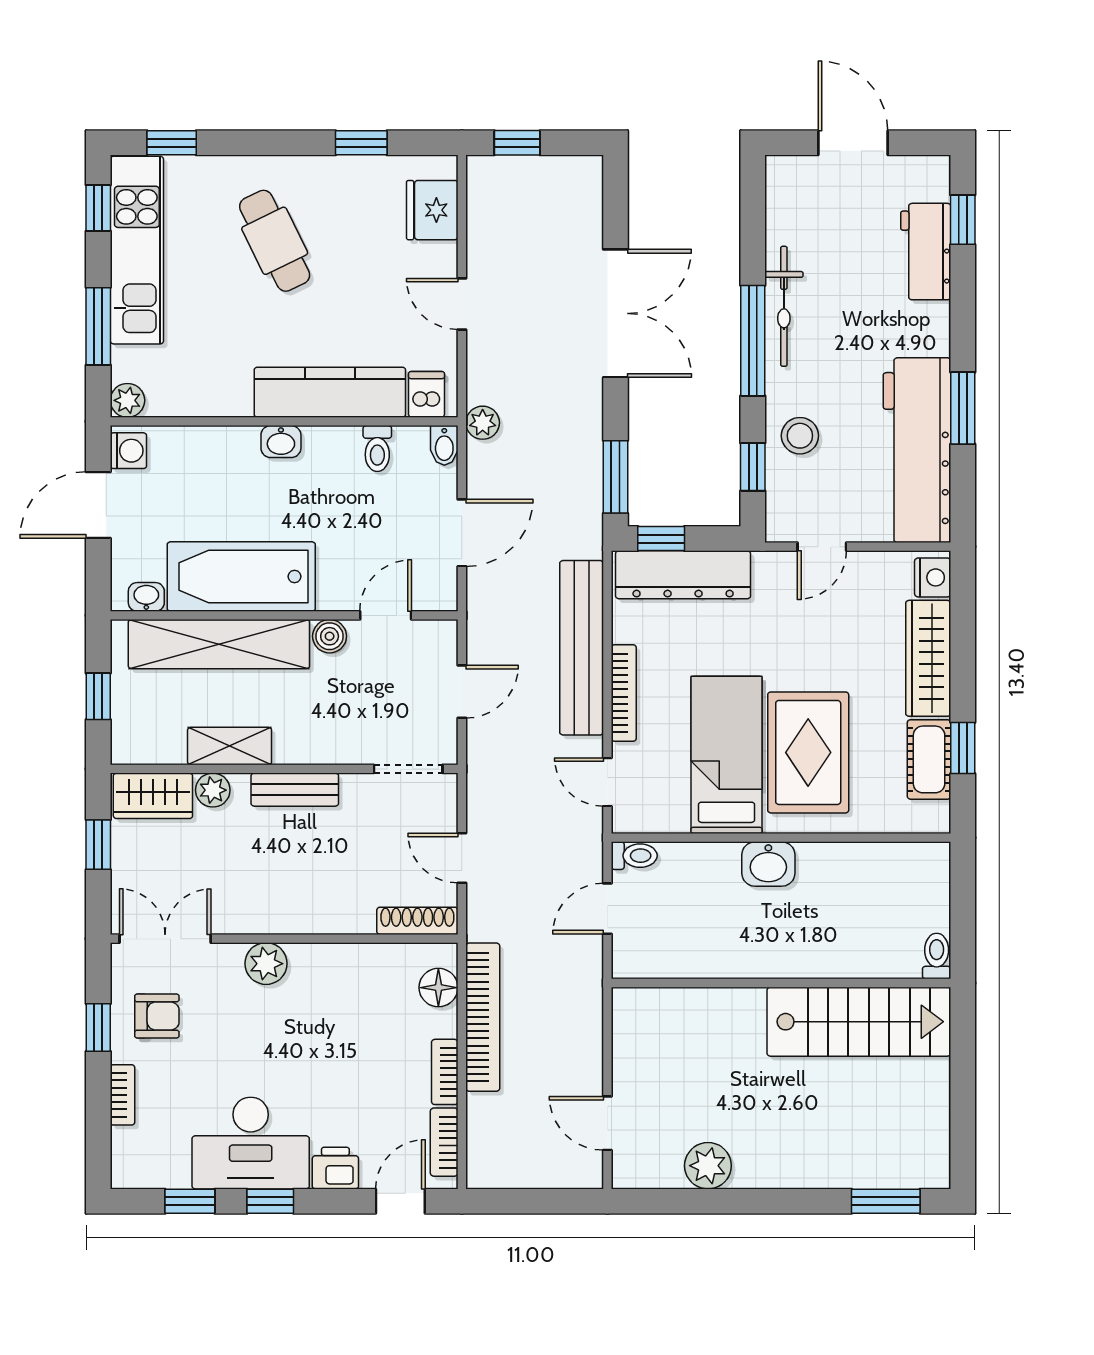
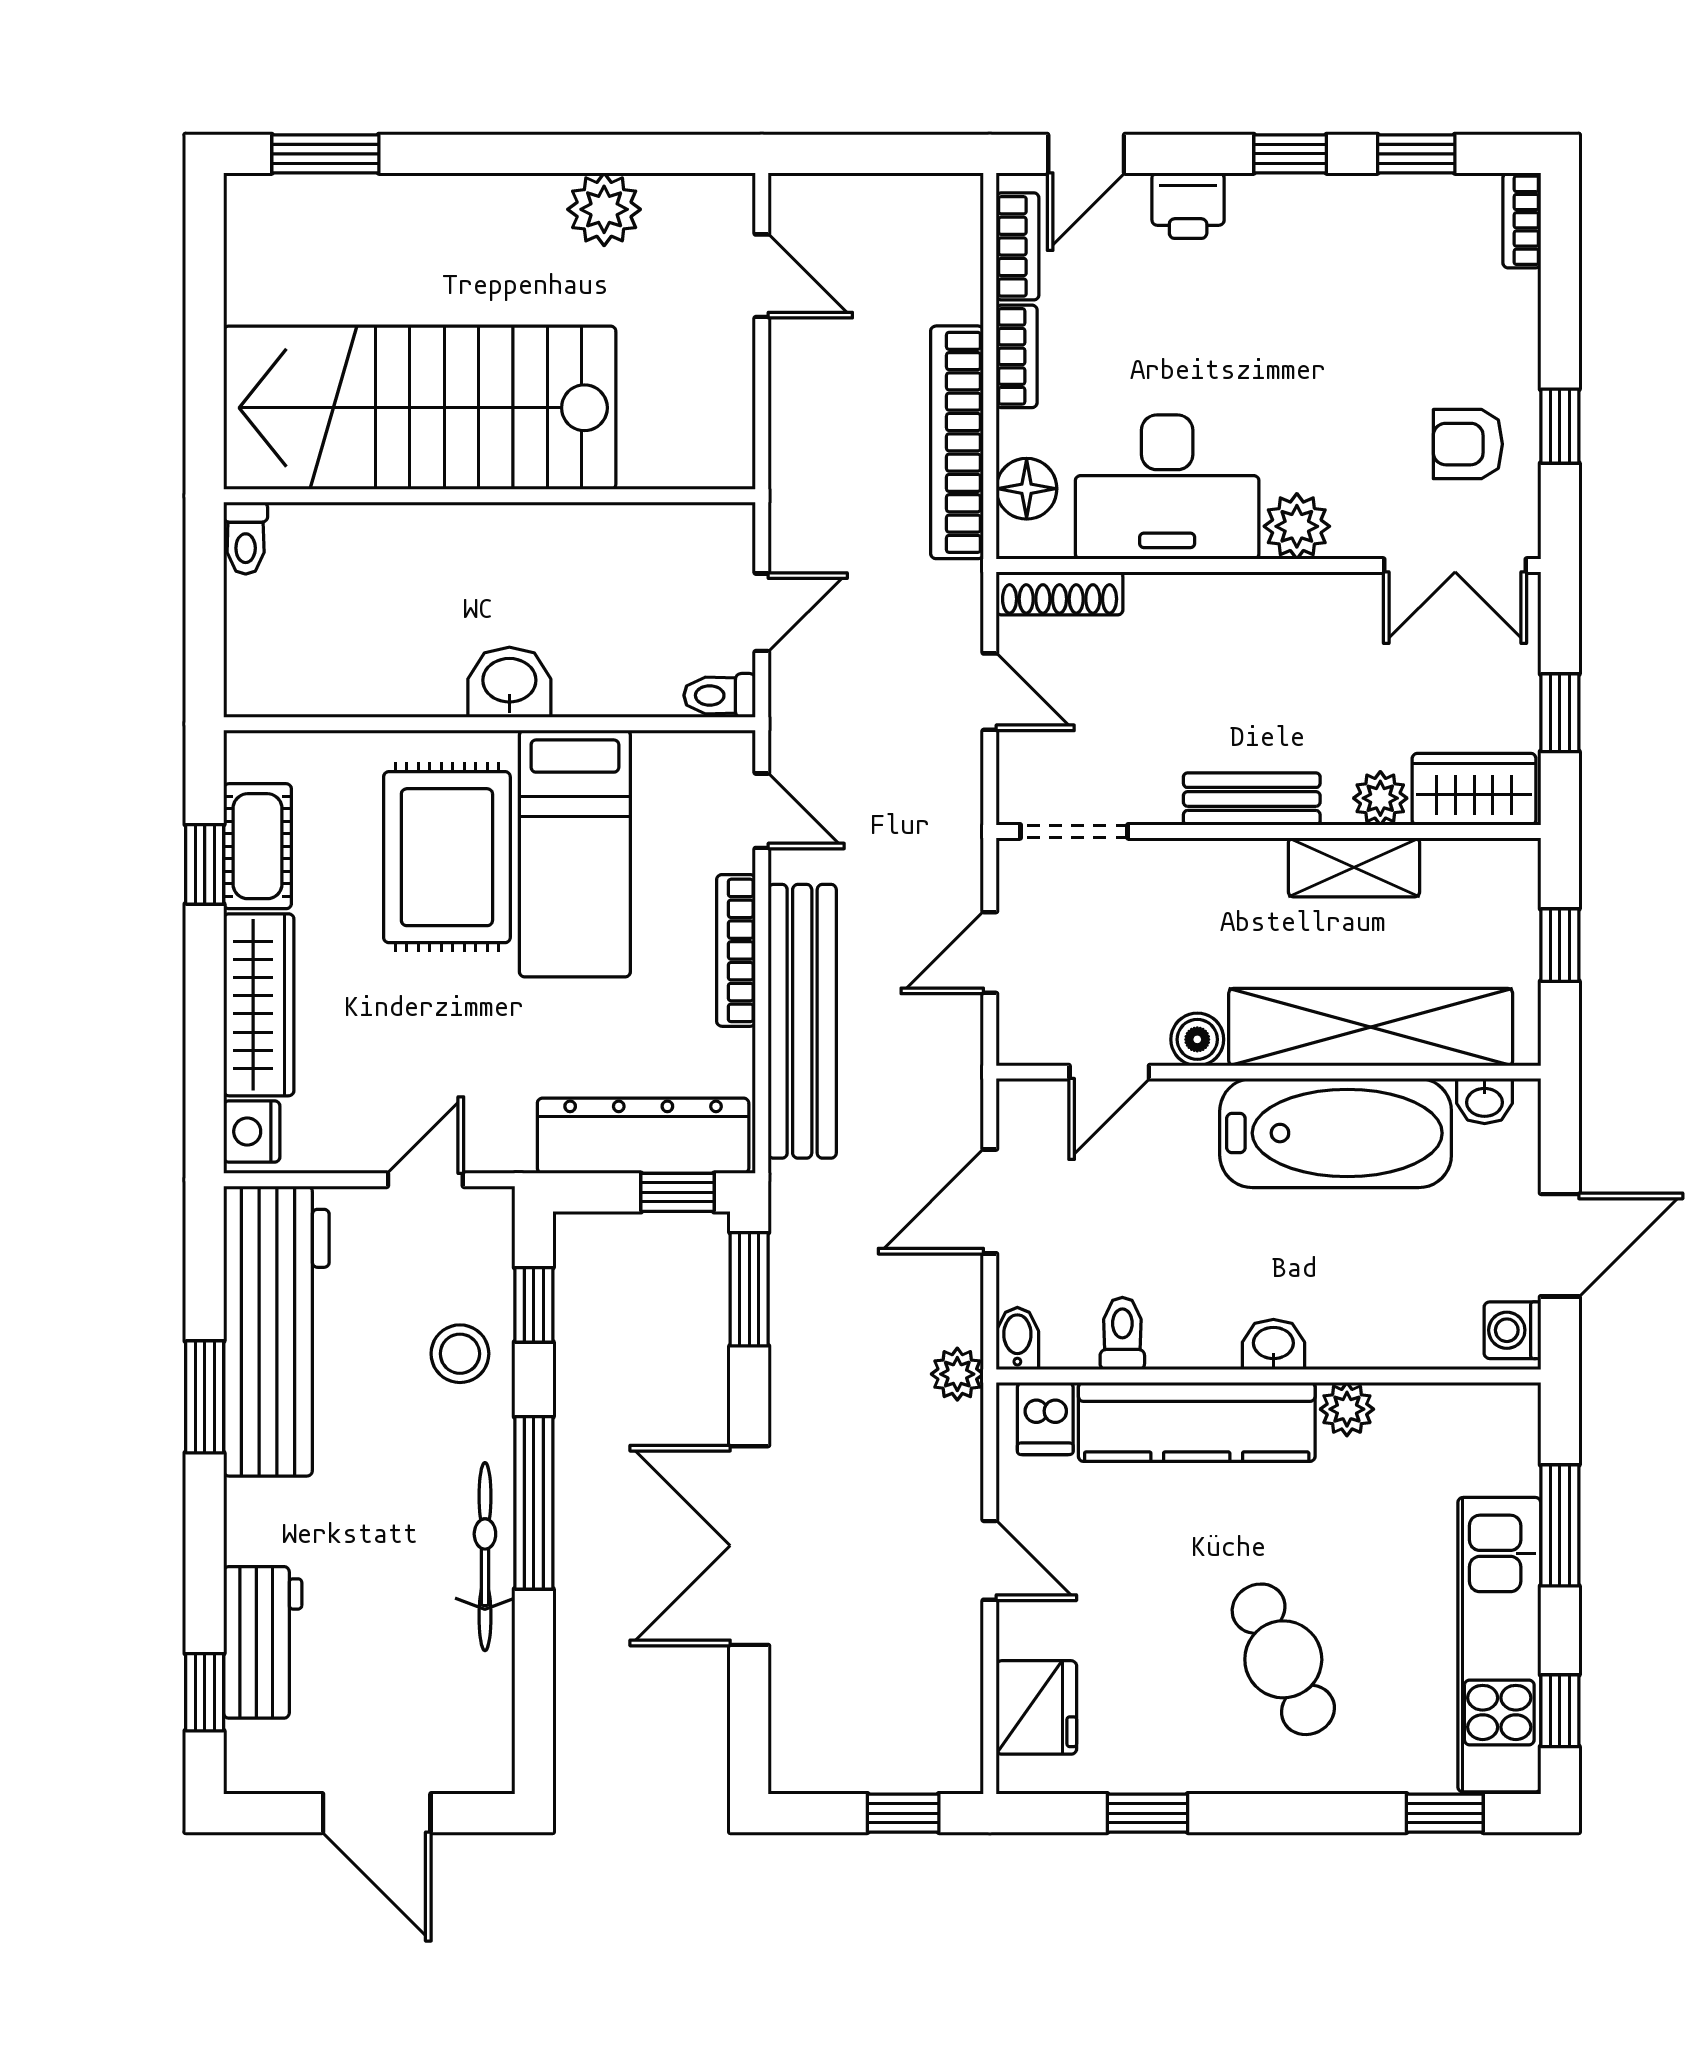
plant: (127, 400) -> (1347, 1409), moved
stairs: (859, 1022) -> (420, 408), width x1.36, depth x1.51
bookcase: (123, 1095) -> (1522, 220), moved
desk: (251, 1143) -> (1167, 487), moved, turned 180

